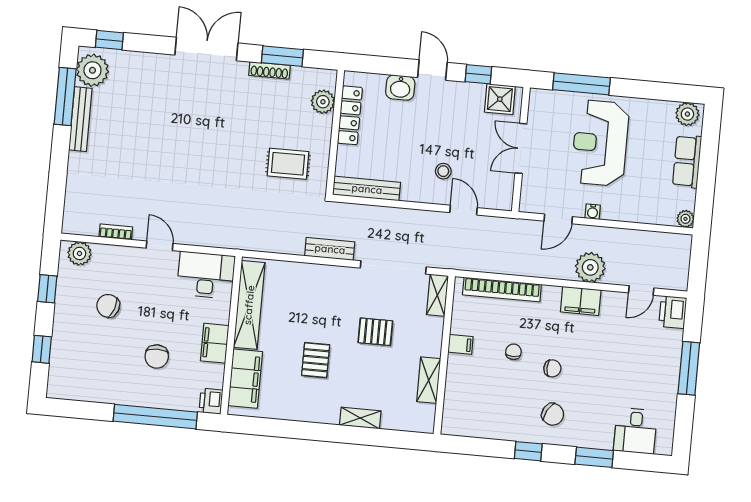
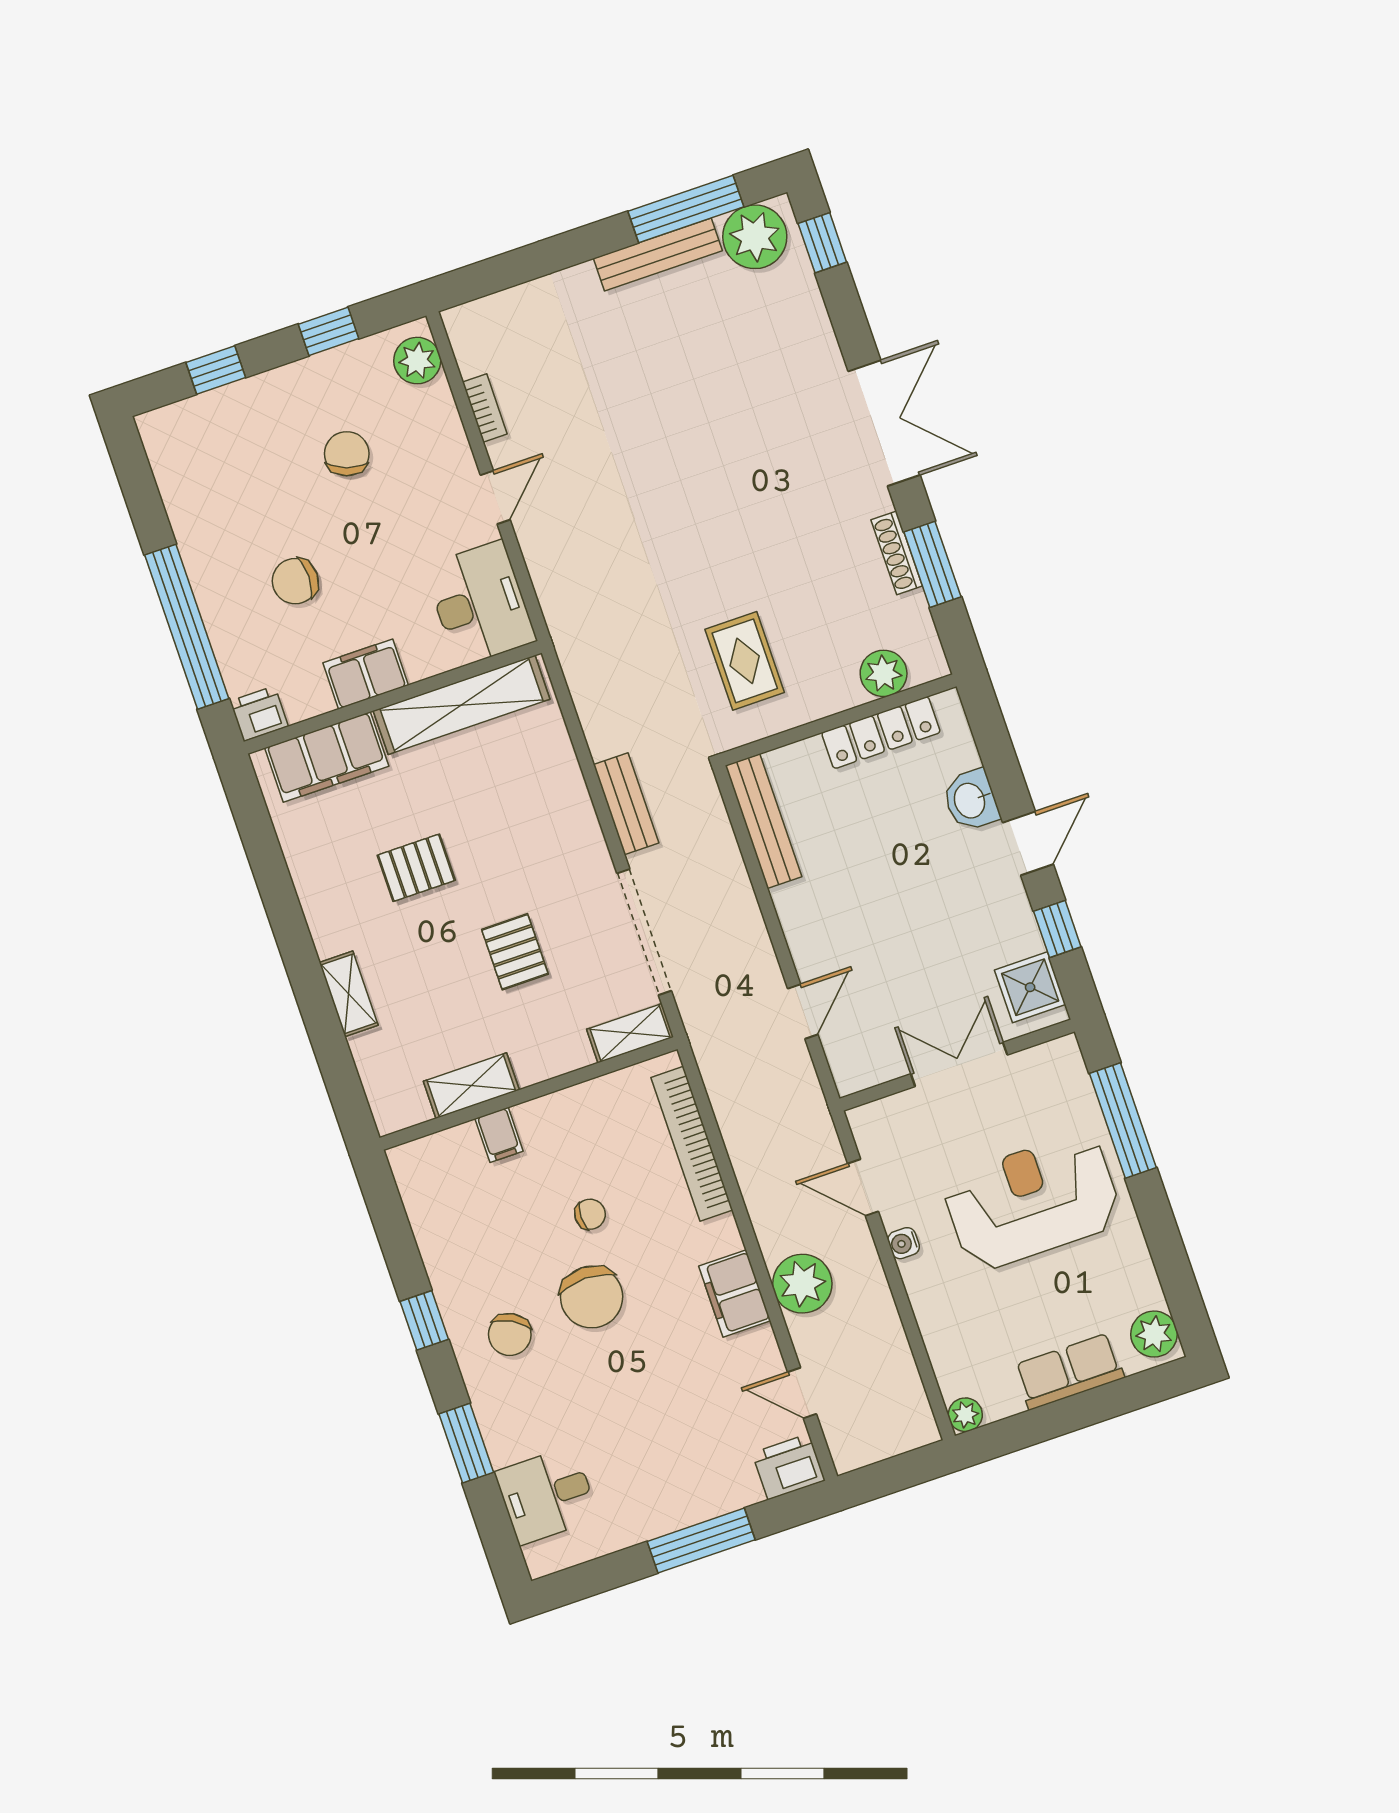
stool: (443, 171) -> (856, 944), removed
filing cabinet: (460, 344) -> (499, 1135), moved
chair: (552, 368) -> (592, 1297), width x1.87, depth x1.87

